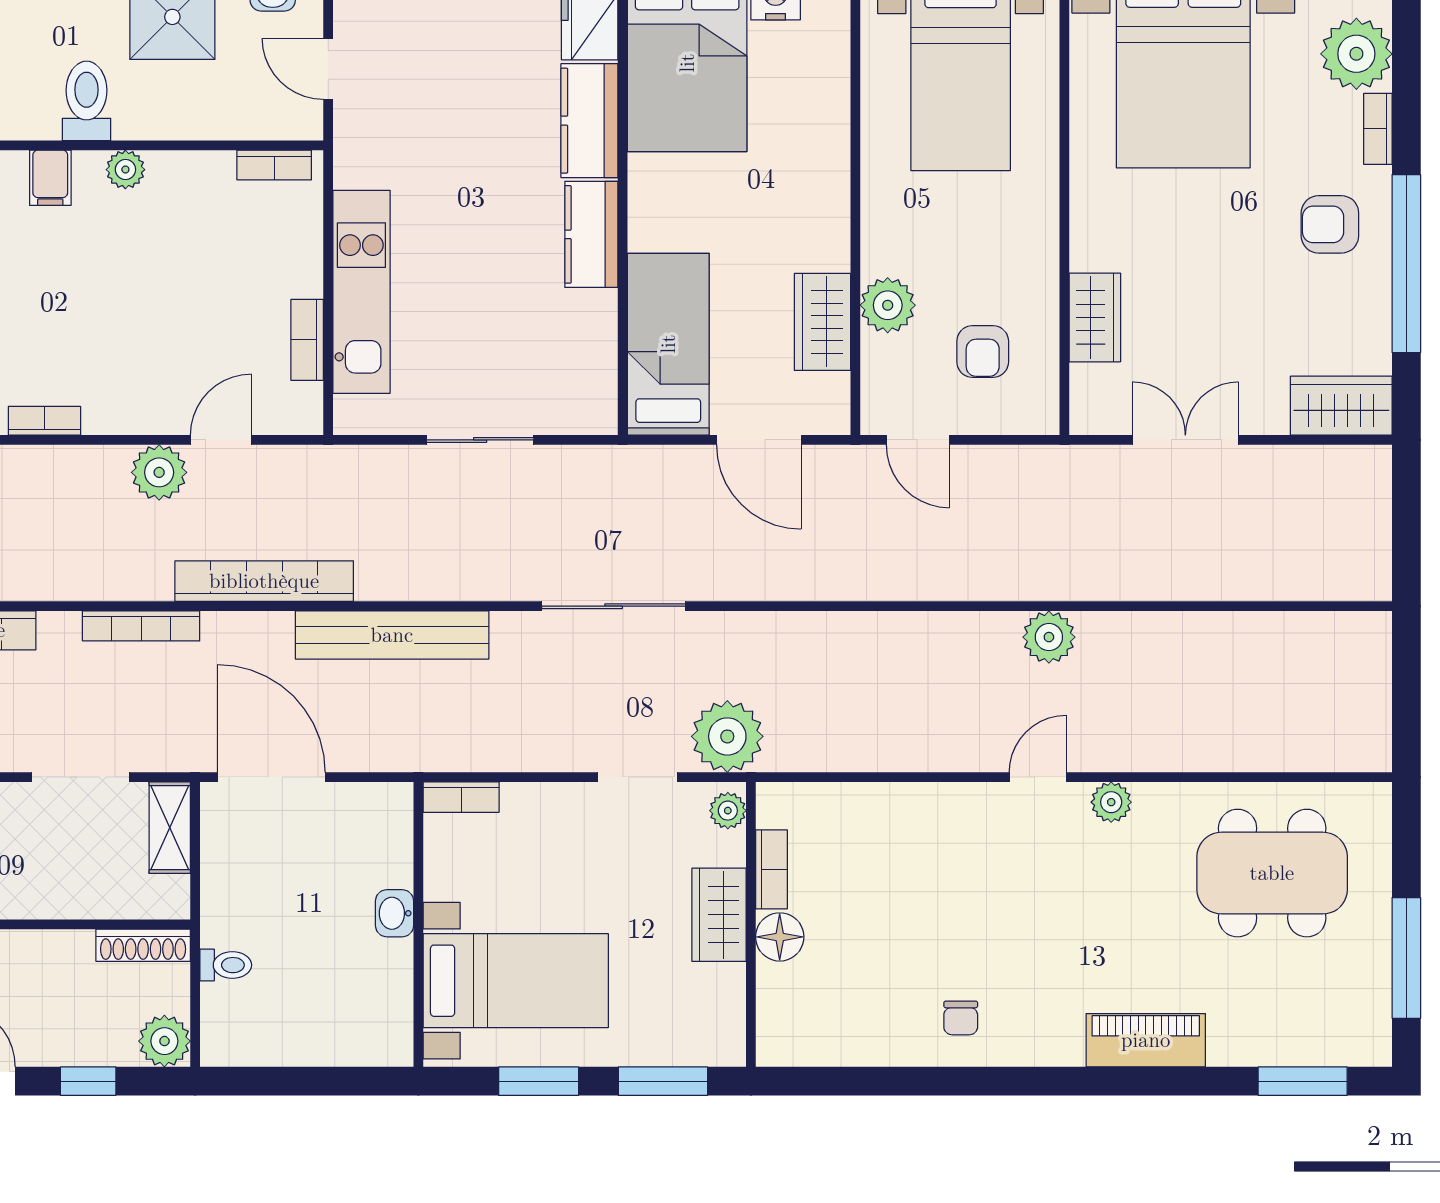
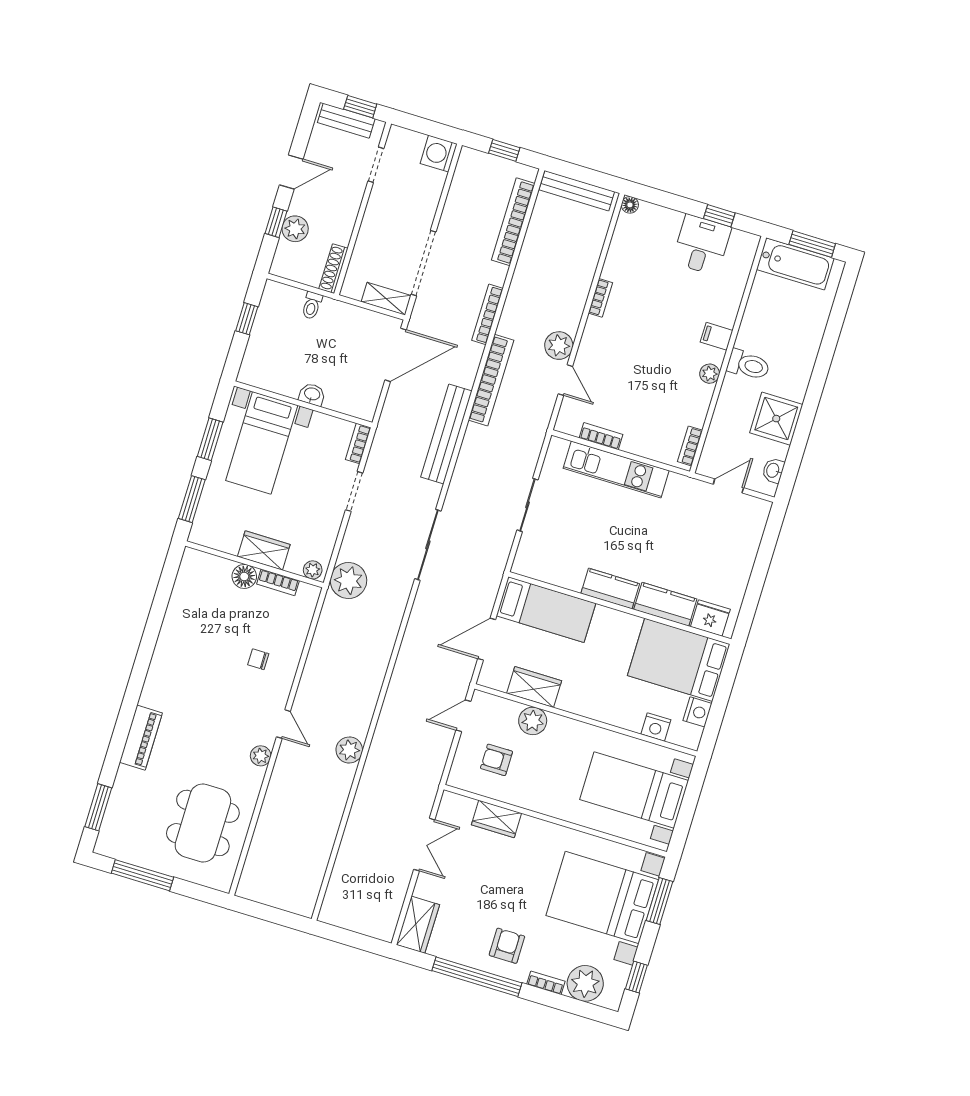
nightstand: (828, 68) -> (656, 727), added
doorway: (80, 777) -> (424, 263), width x1.36
doorway: (638, 777) -> (354, 491), moved
chair: (961, 1018) -> (258, 659), moved
plant: (164, 1041) -> (295, 229), moved
window: (288, 1081) -> (247, 319), added

